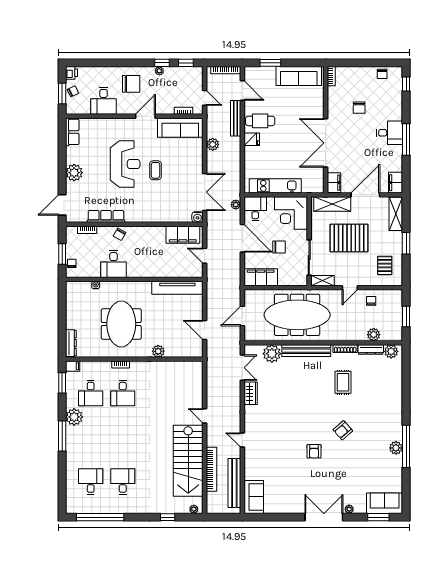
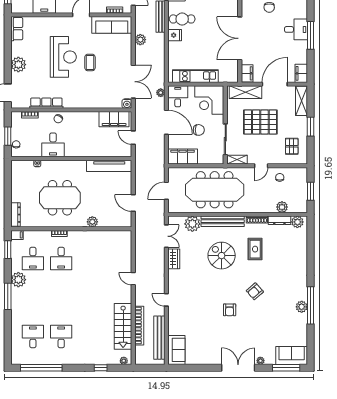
meeting table: (121, 324) -> (60, 198), turned 90
spiral stairs: (305, 390) -> (222, 256), added
stairs: (188, 461) -> (123, 326), width x0.73, depth x0.66
window: (378, 517) -> (286, 368), width x1.44

